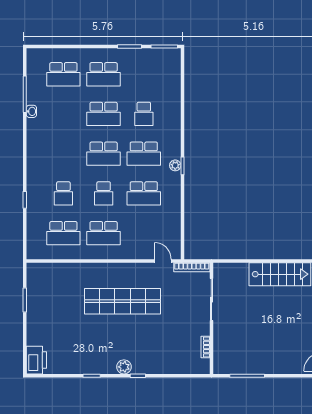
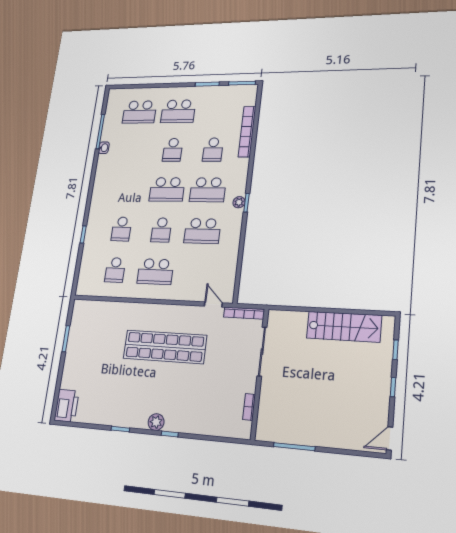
bookcase: (175, 96) -> (247, 132), added
school desk: (104, 114) -> (173, 150), width x0.54
school desk: (63, 233) -> (115, 270), width x0.54

